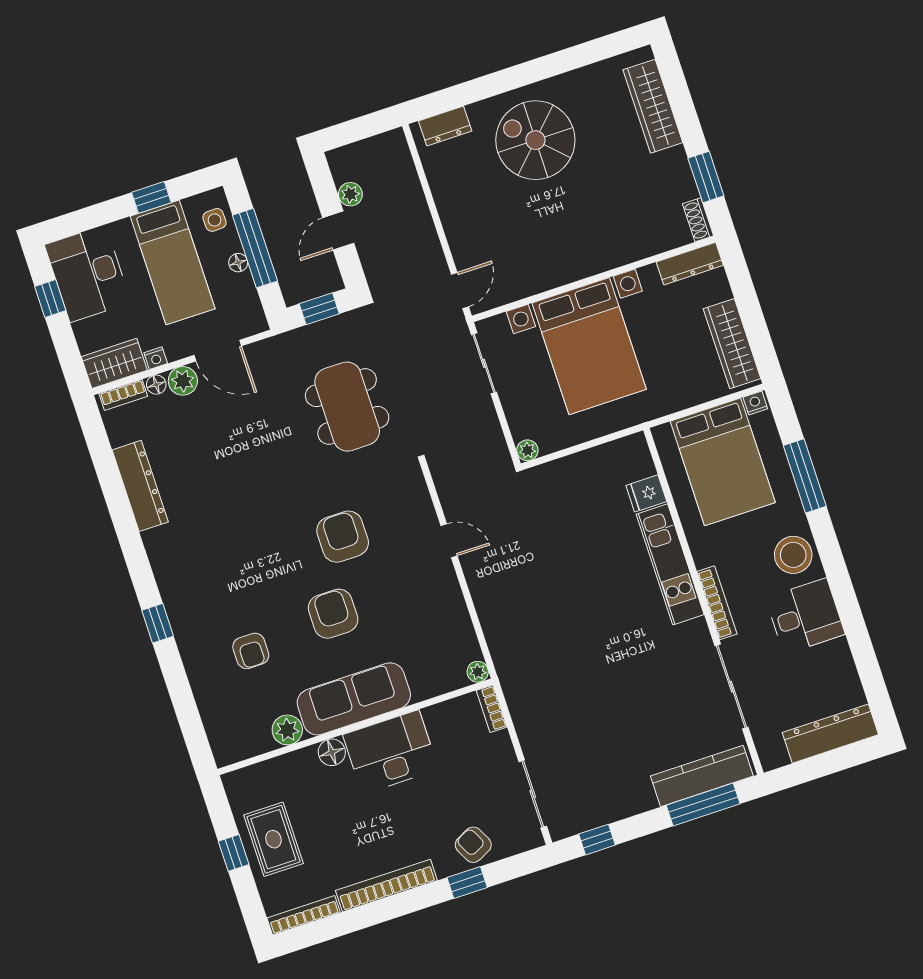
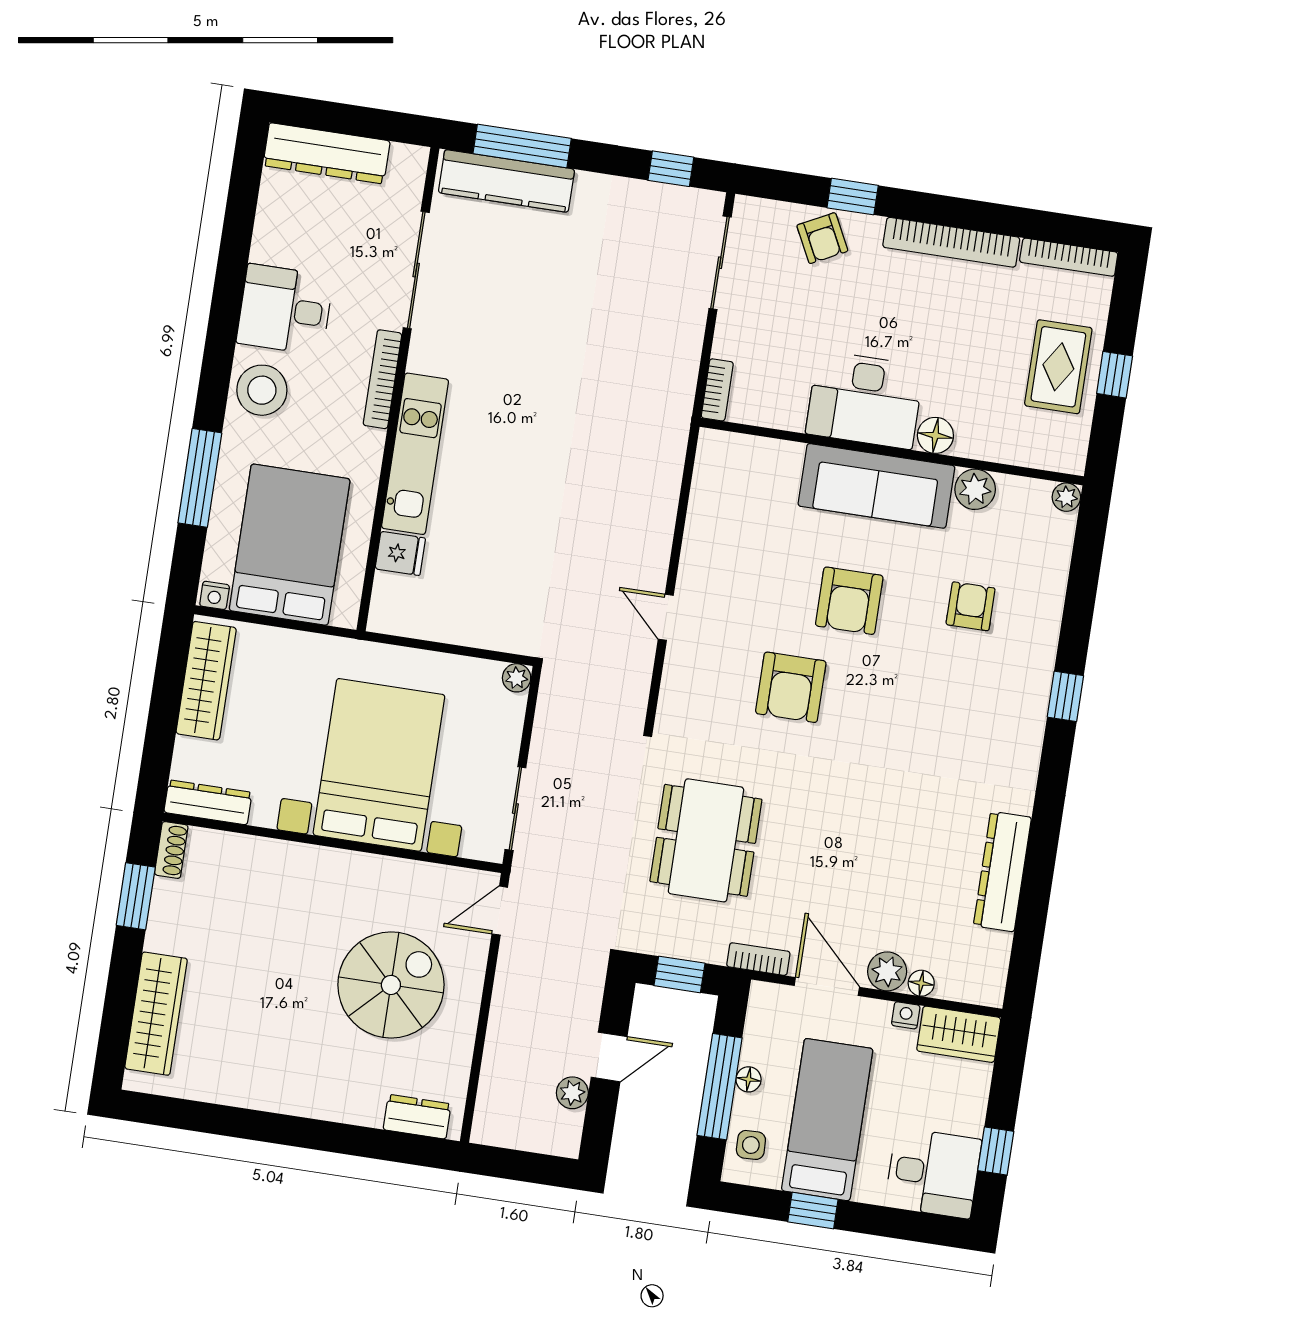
spiral stairs: (535, 140) -> (391, 985), moved, turned -90
desk: (88, 274) -> (933, 1173), width x0.73
bookcase: (123, 395) -> (758, 959), moved
plant: (478, 672) -> (1066, 497), moved

